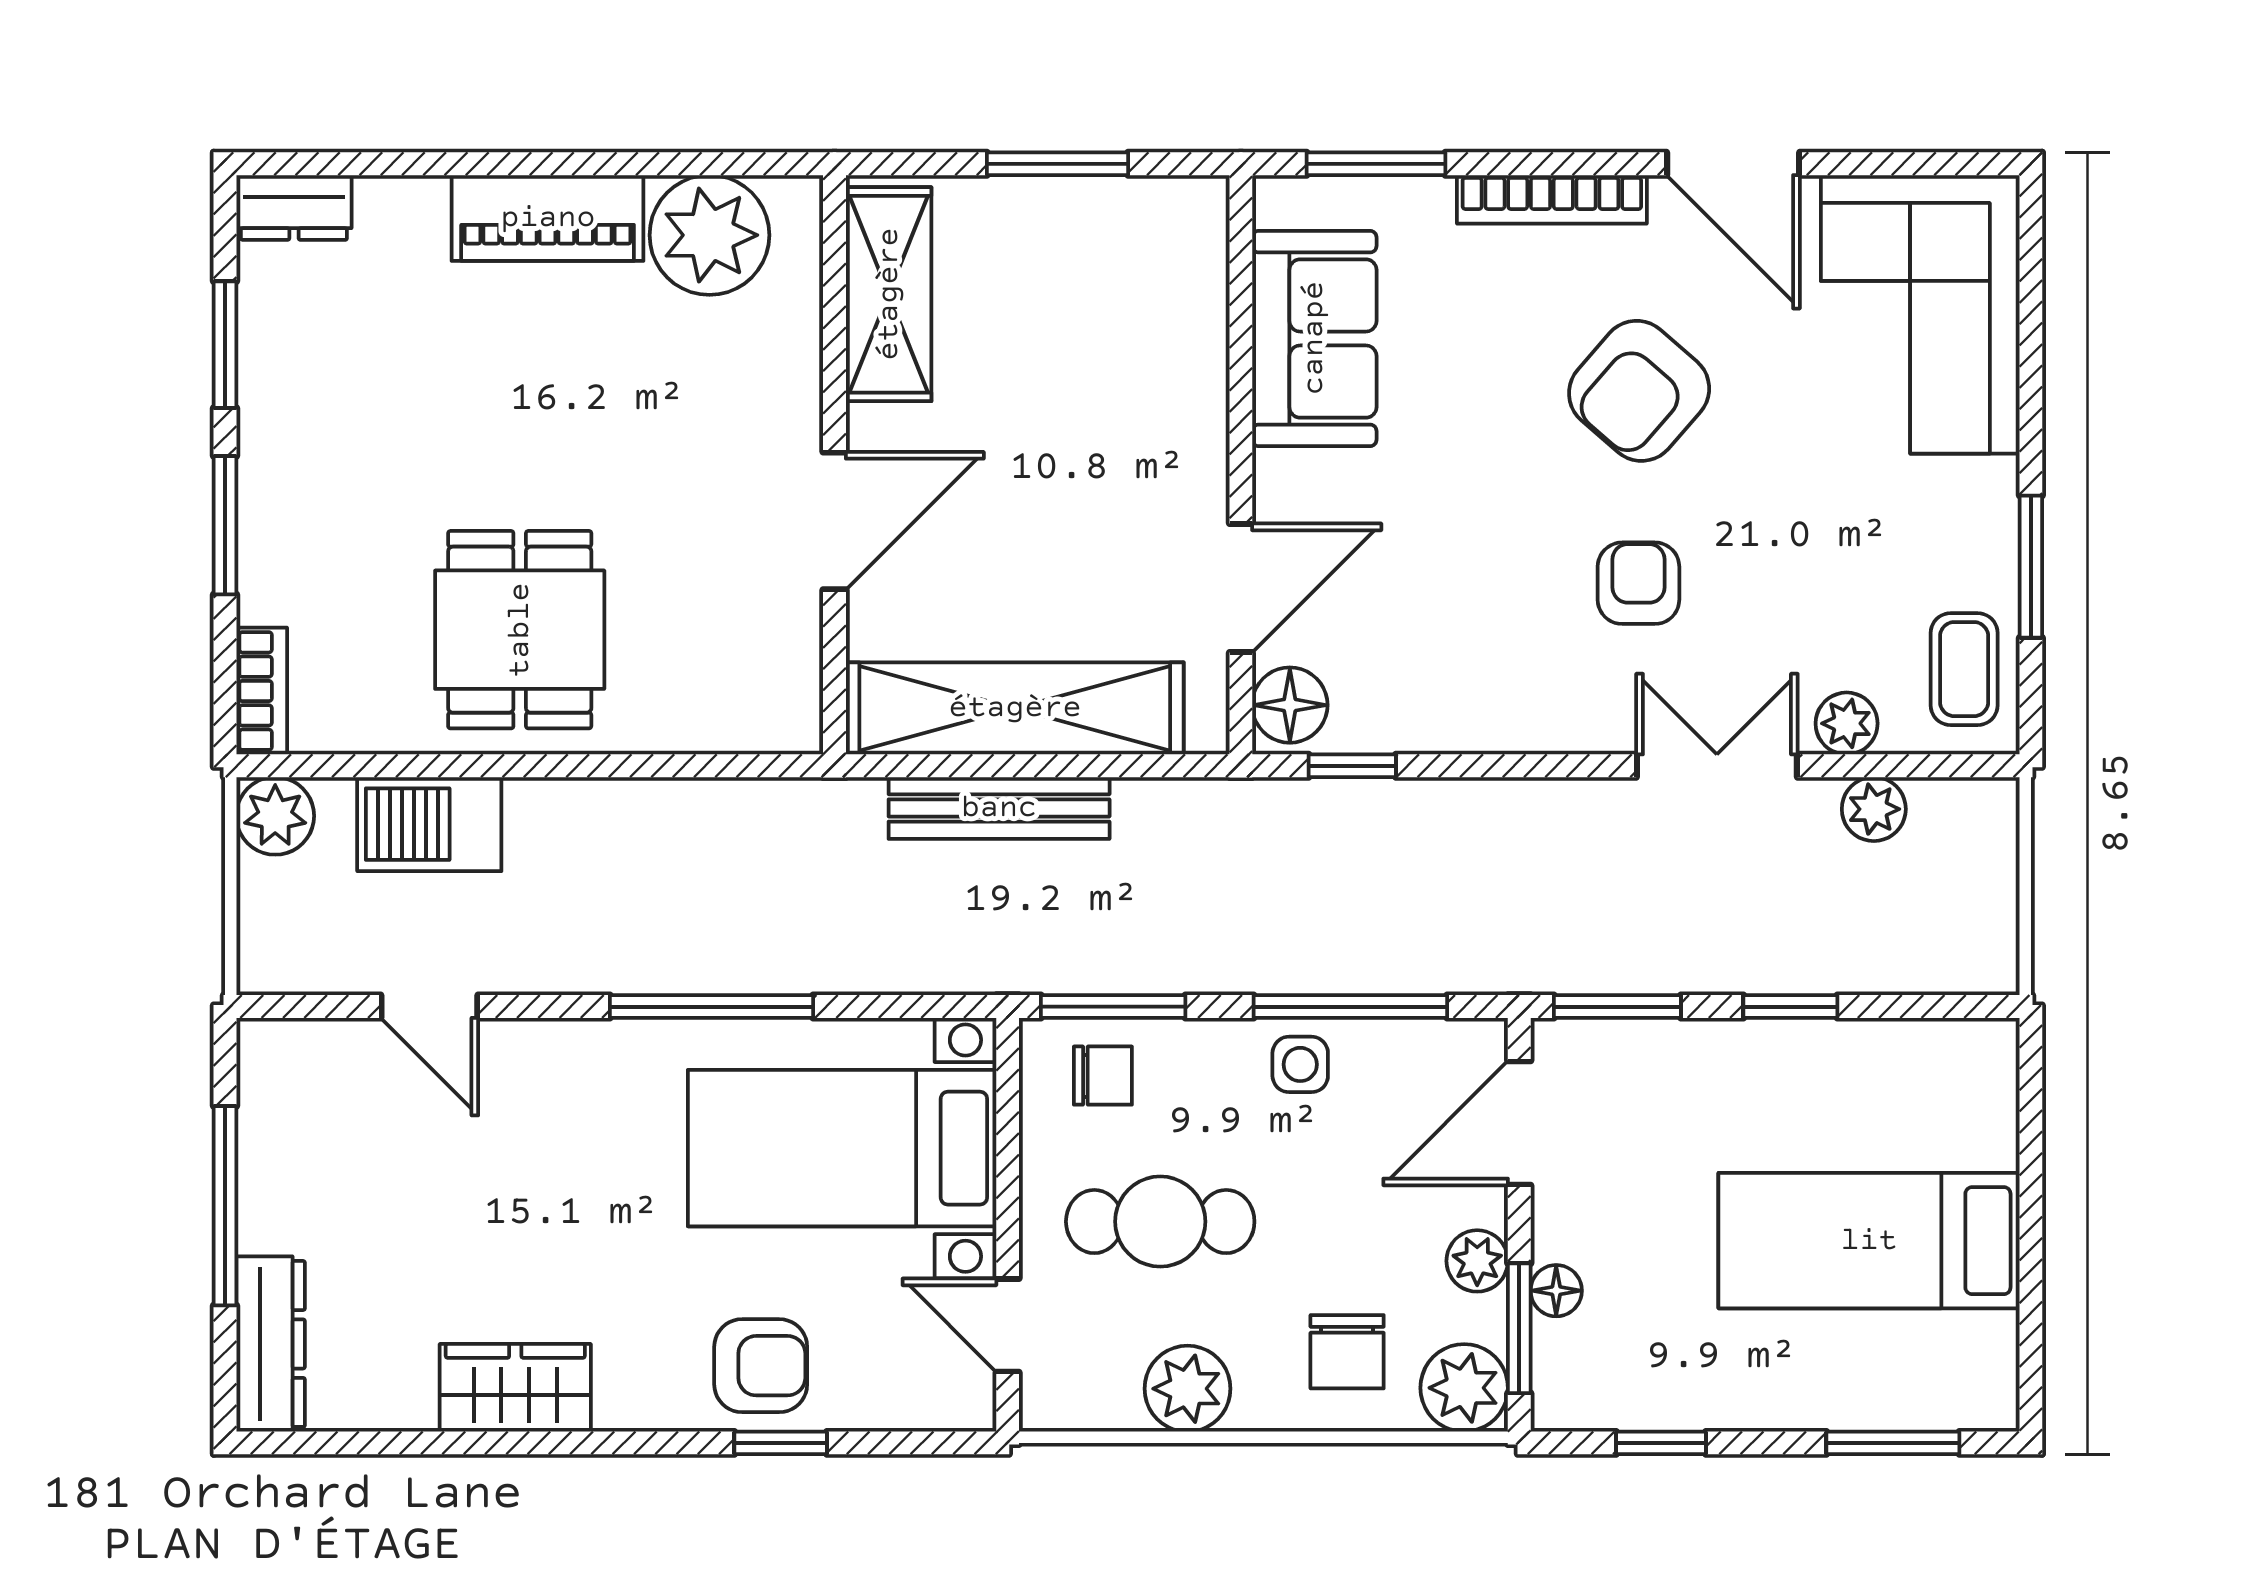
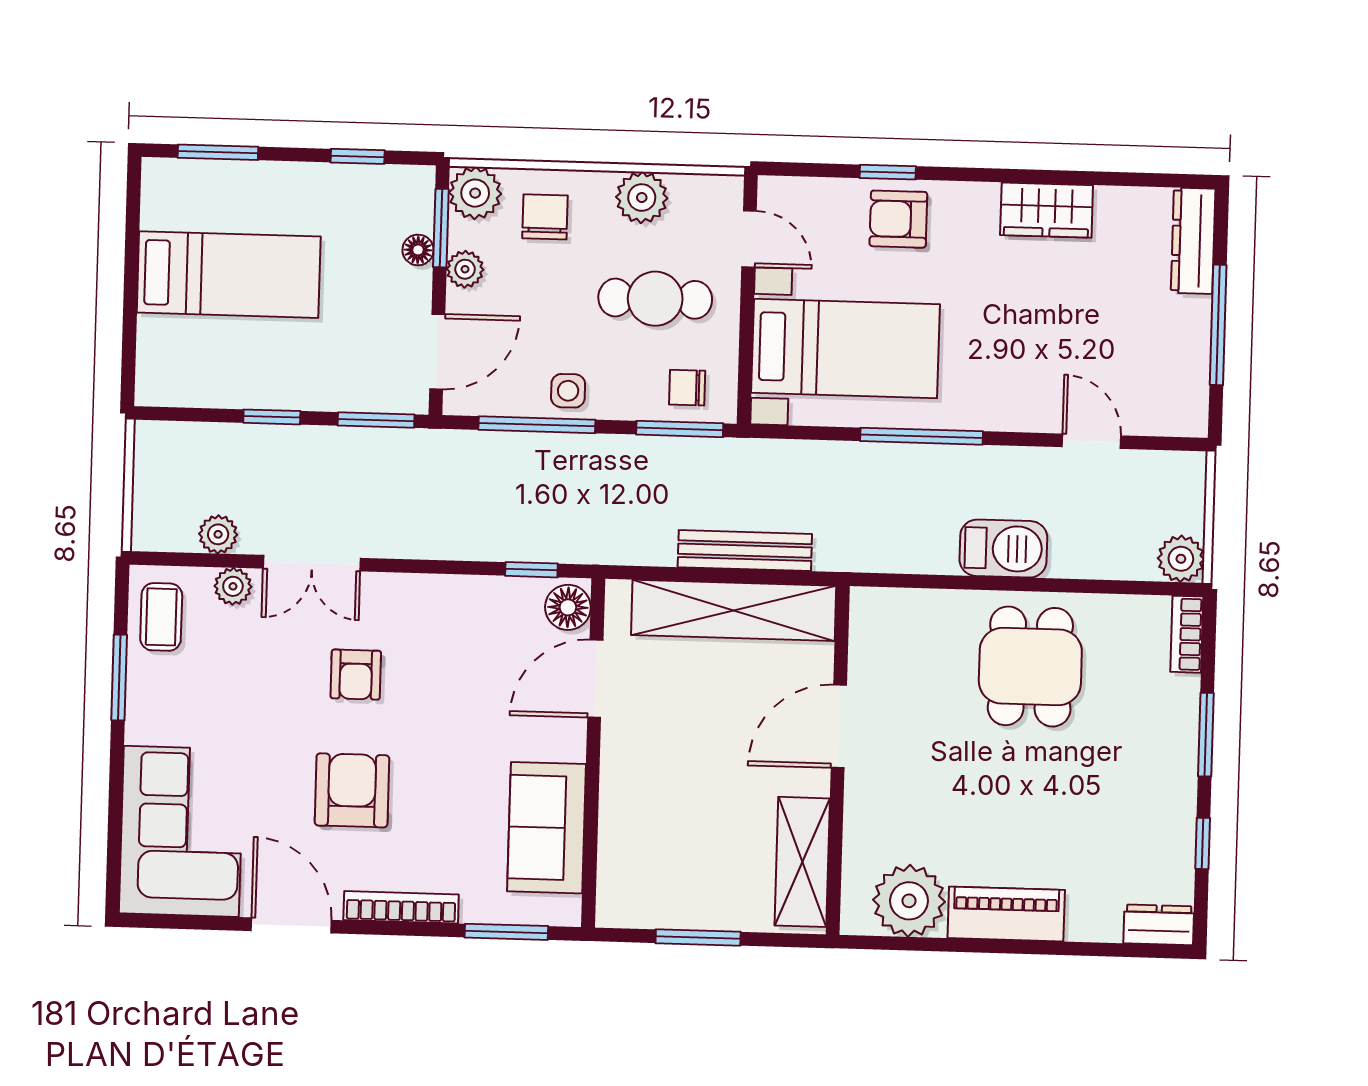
window: (225, 345) -> (1203, 843), width x0.67
armchair: (1639, 391) -> (352, 790), turned -41
barbecue: (429, 824) -> (1003, 549), moved

